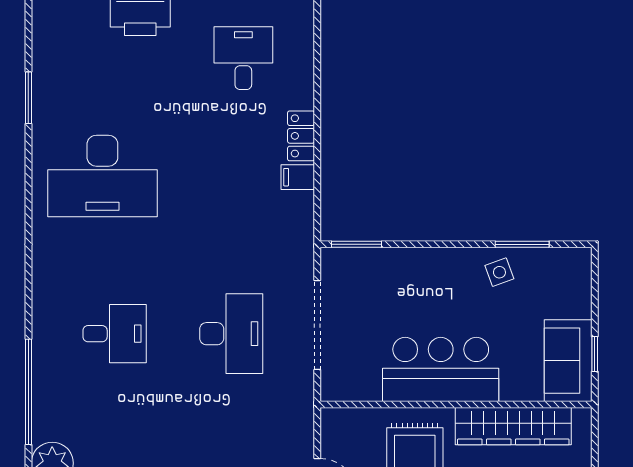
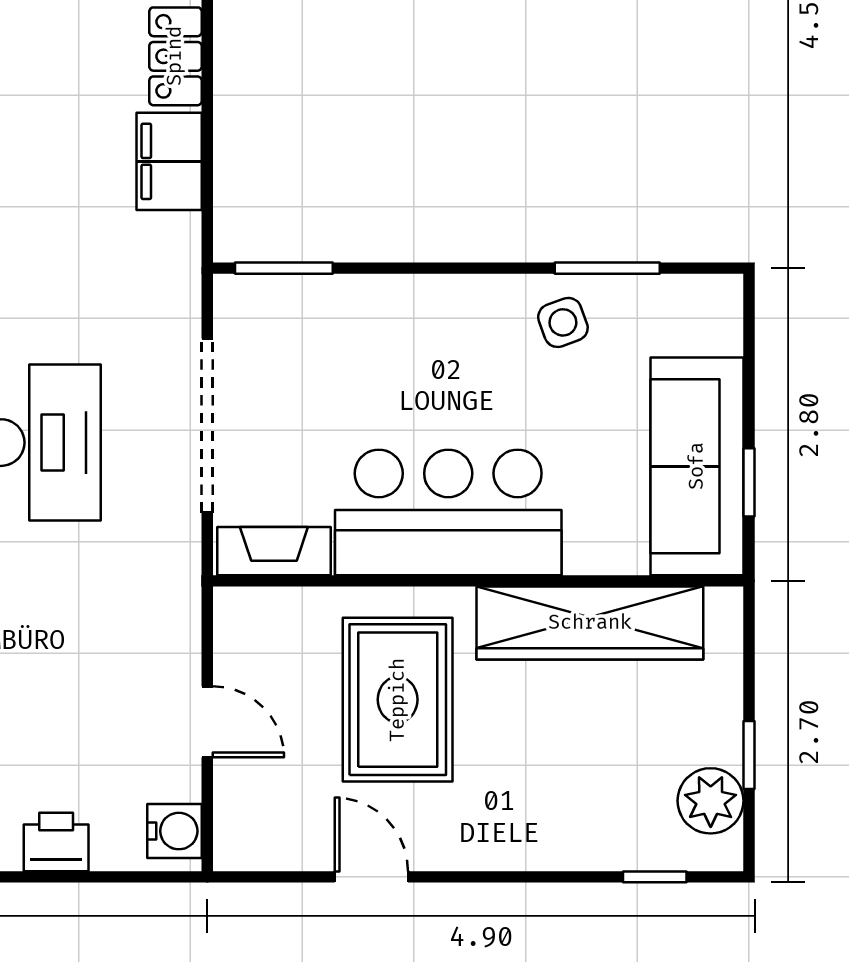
filing cabinet: (298, 177) -> (169, 161), width x2.00
sofa: (568, 361) -> (697, 466), width x1.36
fireplace: (351, 389) -> (274, 551), added

